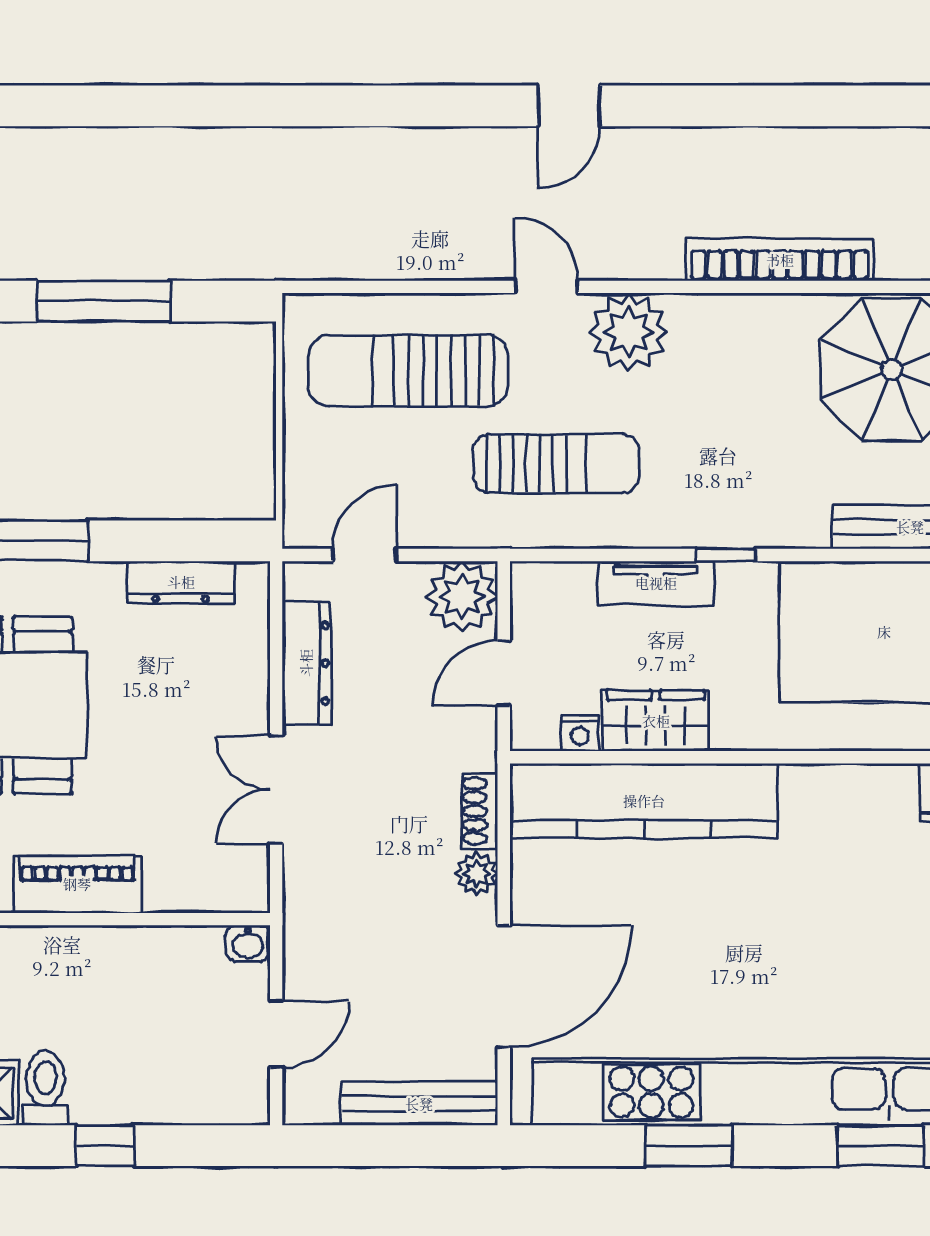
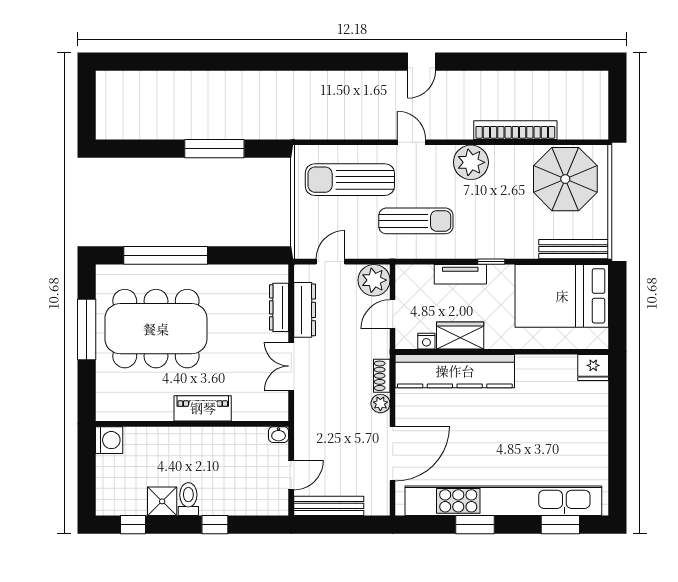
plant: (629, 332) -> (471, 162), moved
dresser: (181, 582) -> (279, 307), moved, turned 90
bench: (419, 1104) -> (329, 506), moved

